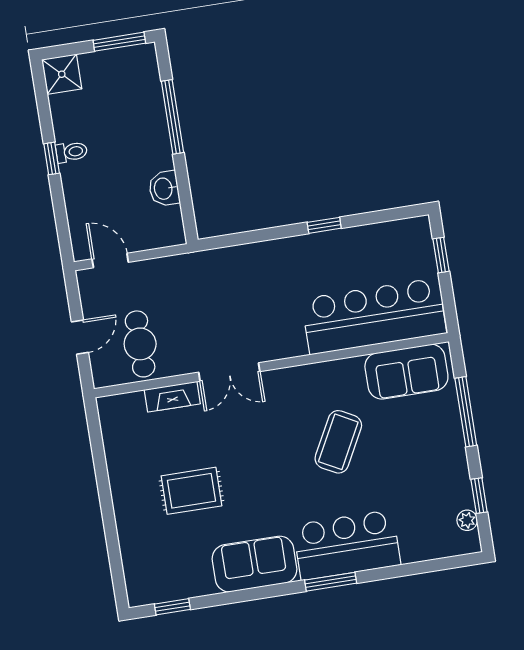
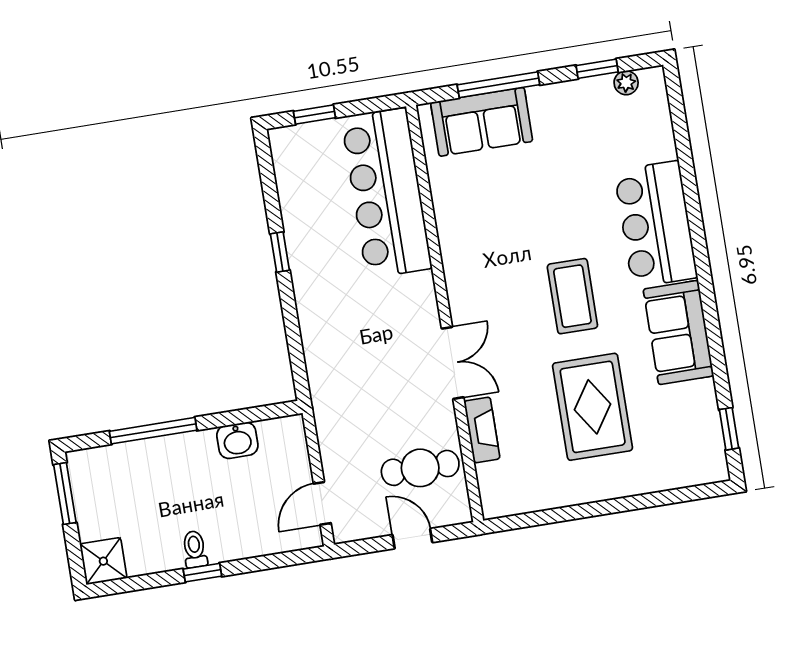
sofa: (406, 372) -> (482, 122), moved, turned 90
coffee table: (338, 442) -> (572, 296), moved, turned 62
rug: (192, 491) -> (593, 407), width x1.36, depth x1.43
window: (331, 582) -> (699, 243), removed

